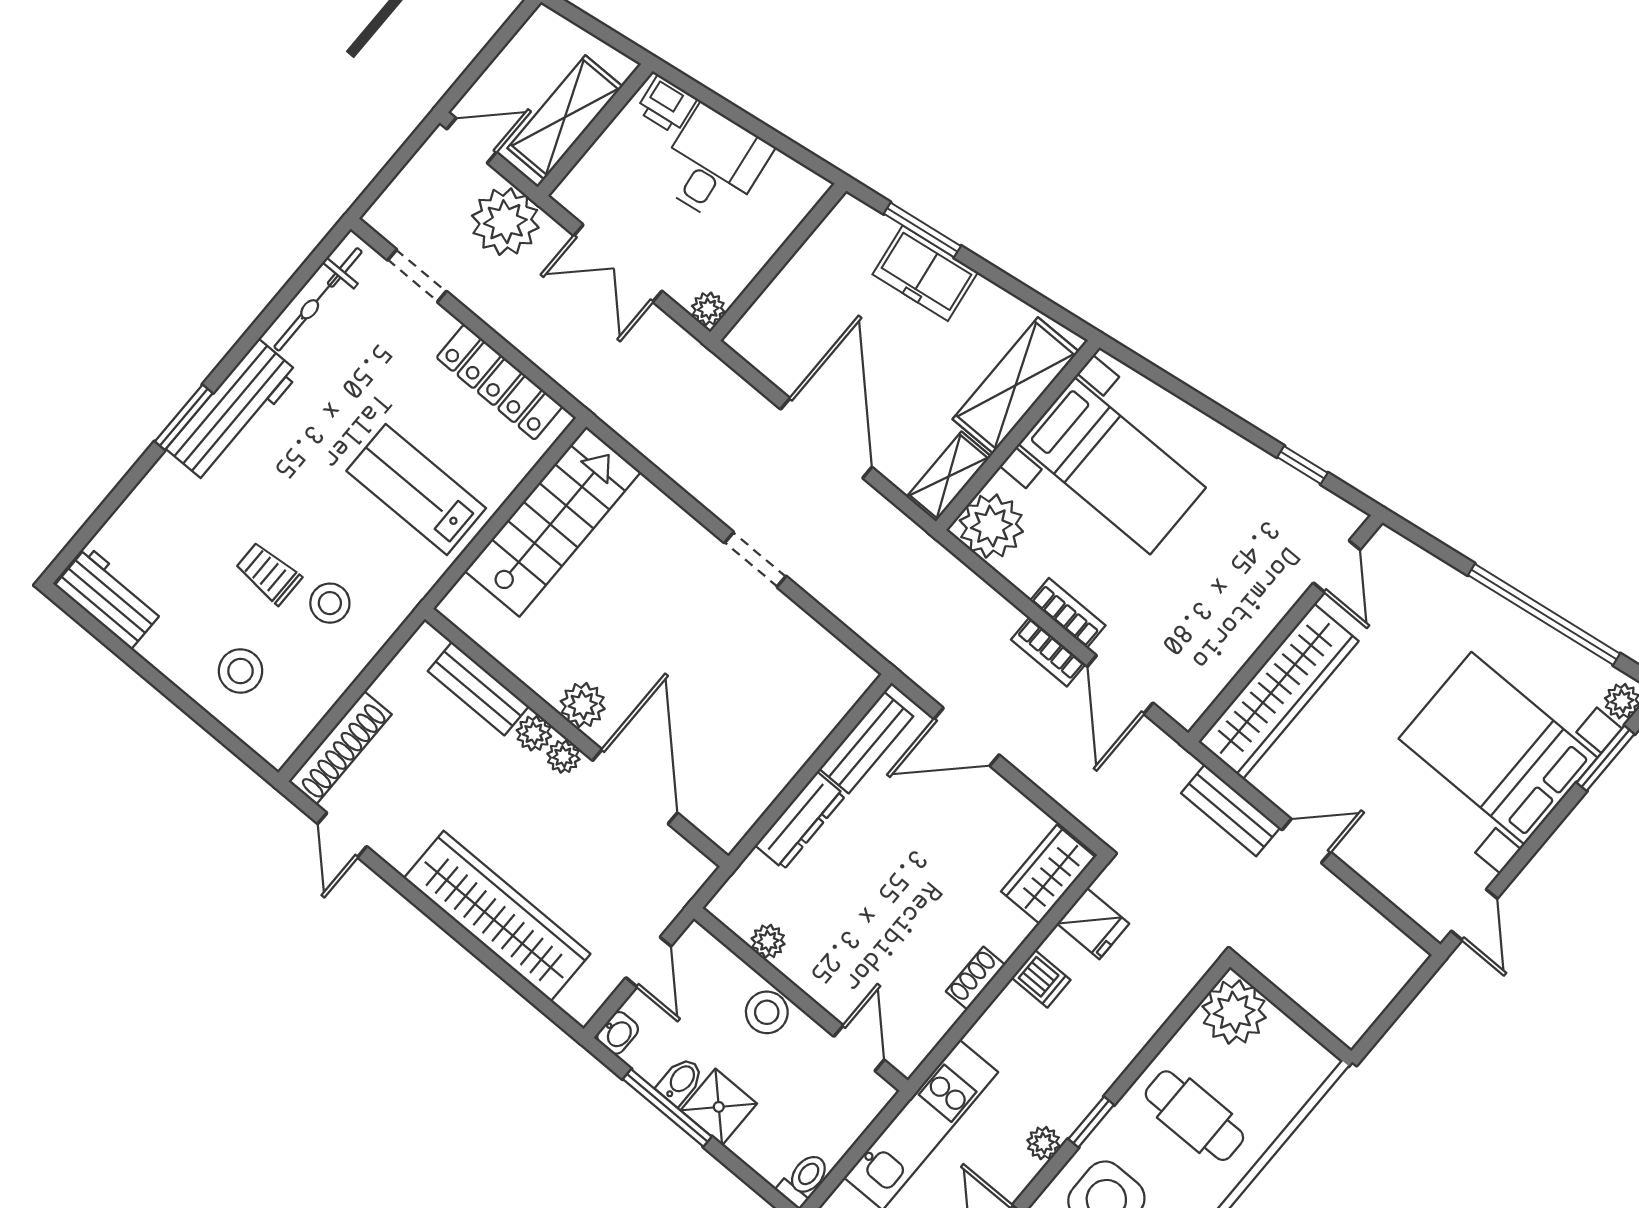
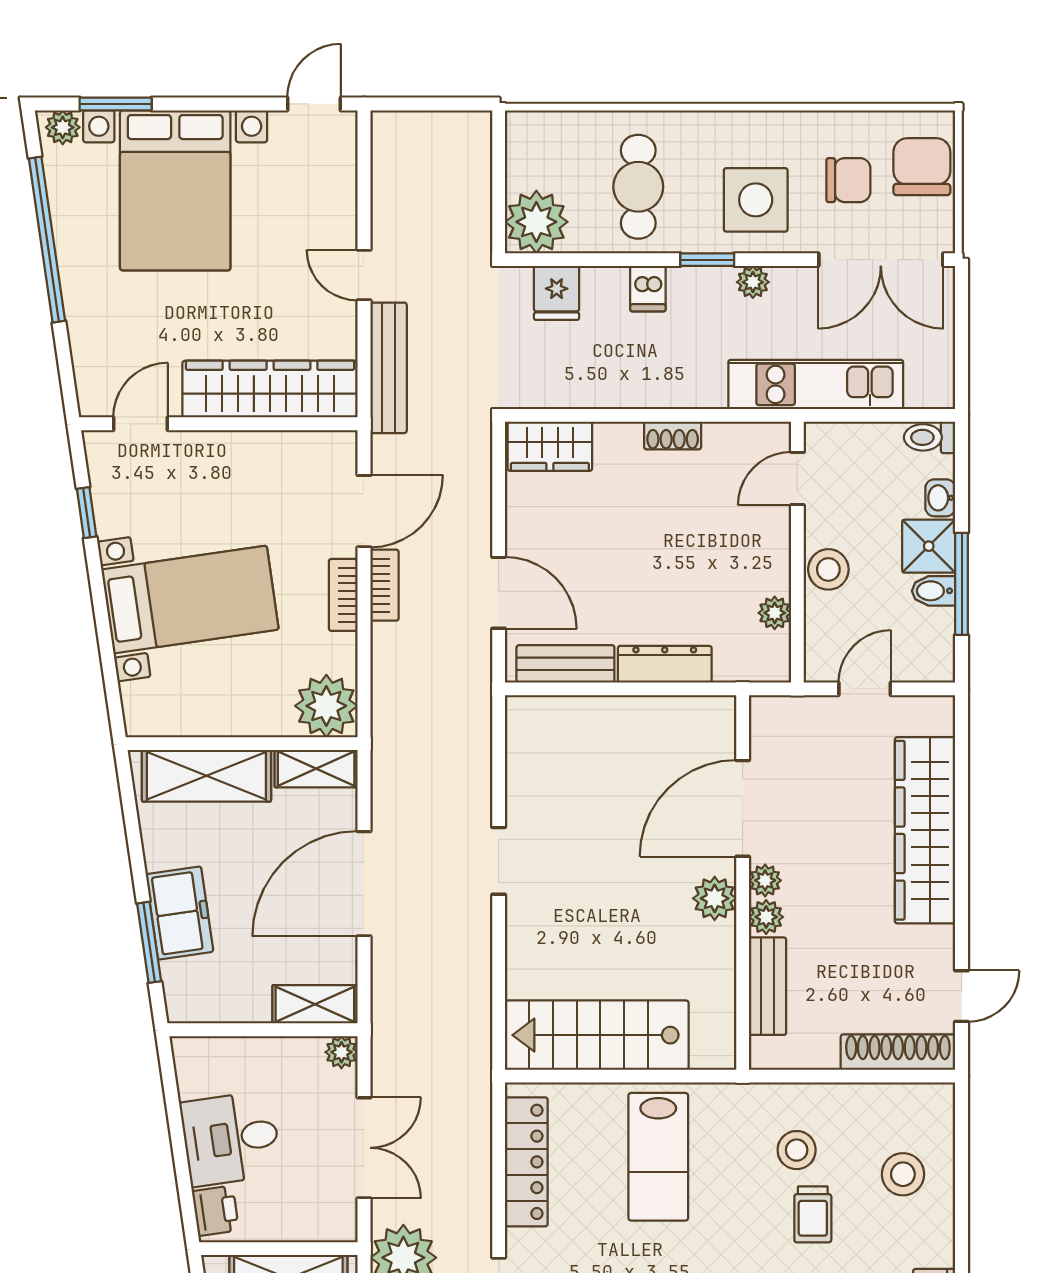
shelving: (764, 320) -> (315, 1004), added
bed with nightstands: (1112, 466) -> (190, 600), moved, turned 82
bench: (1231, 810) -> (389, 368), width x1.36
fridge: (1093, 924) -> (557, 293), moved, turned 180
dishwasher: (1041, 979) -> (648, 289), moved, turned 180
washbasin: (618, 1033) -> (940, 498), moved, turned -90

